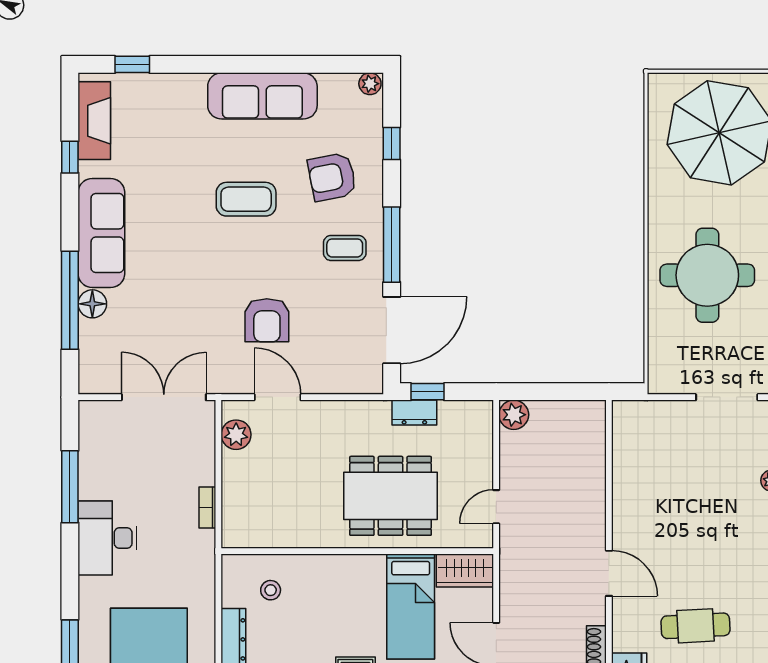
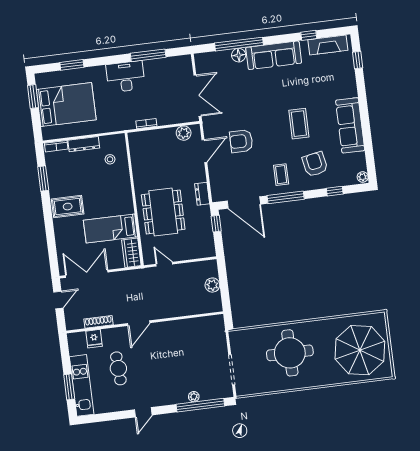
dresser: (414, 413) -> (202, 194), moved
plant: (514, 415) -> (212, 285), moved

